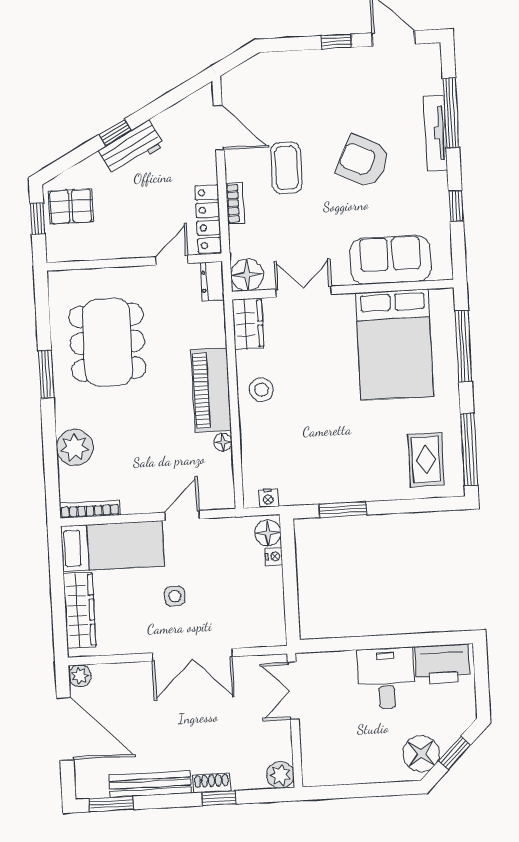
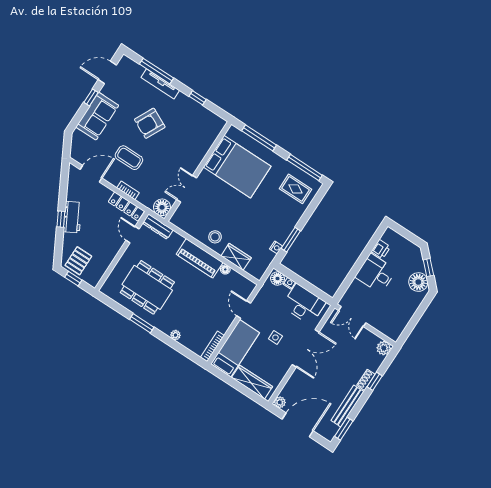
sofa: (390, 260) -> (97, 116), moved, turned 180
dresser: (212, 281) -> (158, 227), width x1.44
wardrobe: (248, 324) -> (236, 257), moved
plant: (75, 447) -> (175, 335), width x0.53, depth x0.53
nightstand: (268, 498) -> (276, 247), moved
desk: (258, 602) -> (304, 304), added
printer: (442, 664) -> (381, 249), width x0.53, depth x0.68

